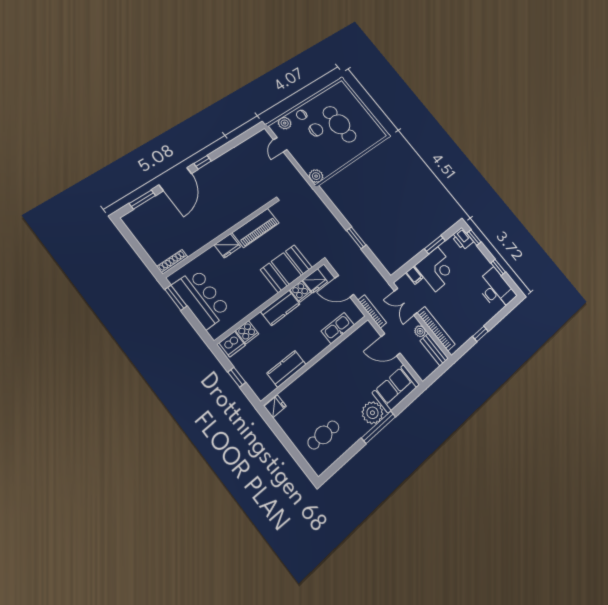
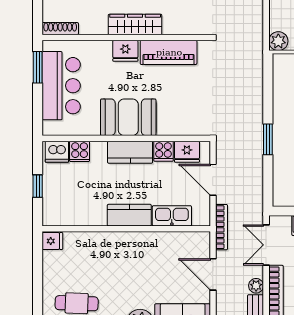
wardrobe: (221, 225) -> (135, 24), added
booth: (286, 268) -> (128, 117), moved
kitchen counter: (287, 369) -> (129, 215), moved

